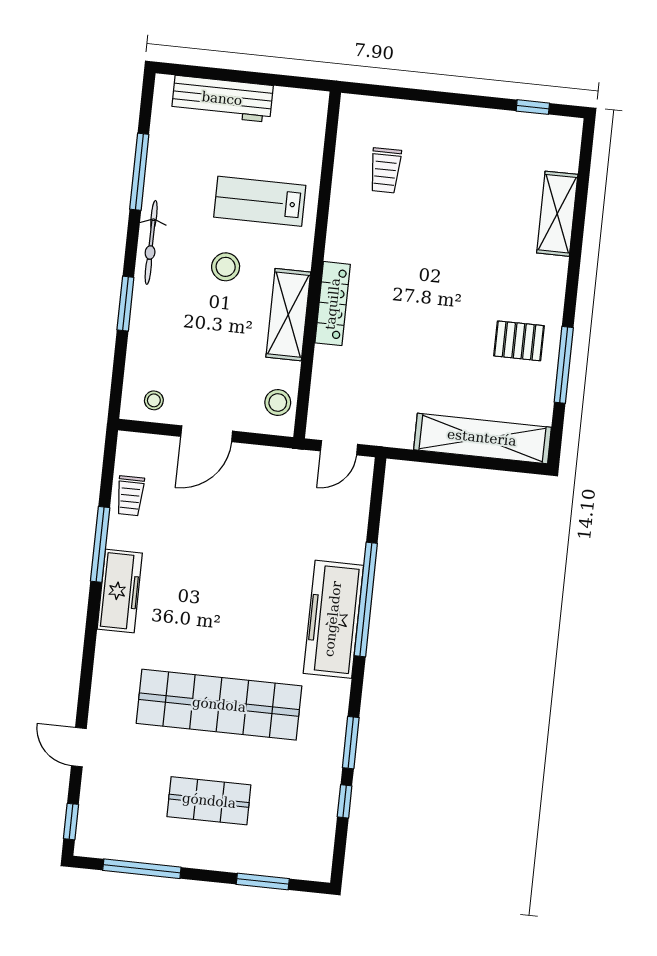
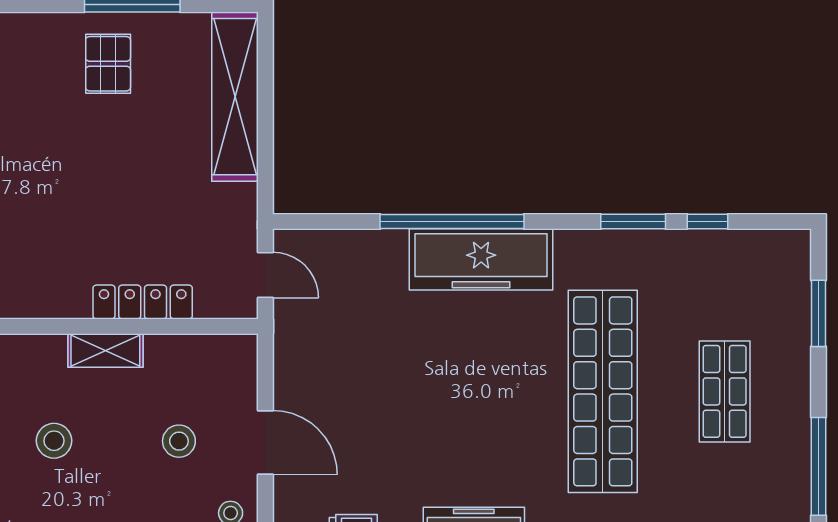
locker: (333, 304) -> (143, 302), moved
shelving: (288, 315) -> (105, 350), width x0.67, depth x0.75
stool: (278, 403) -> (179, 441), moved

